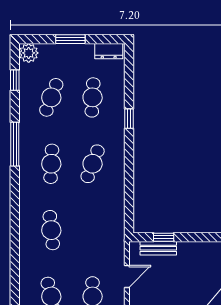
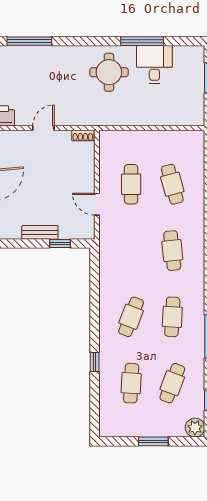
dresser: (109, 51) -> (115, 429), removed
bench: (158, 248) -> (40, 232), moved
door: (127, 277) -> (97, 204), hinge flipped

